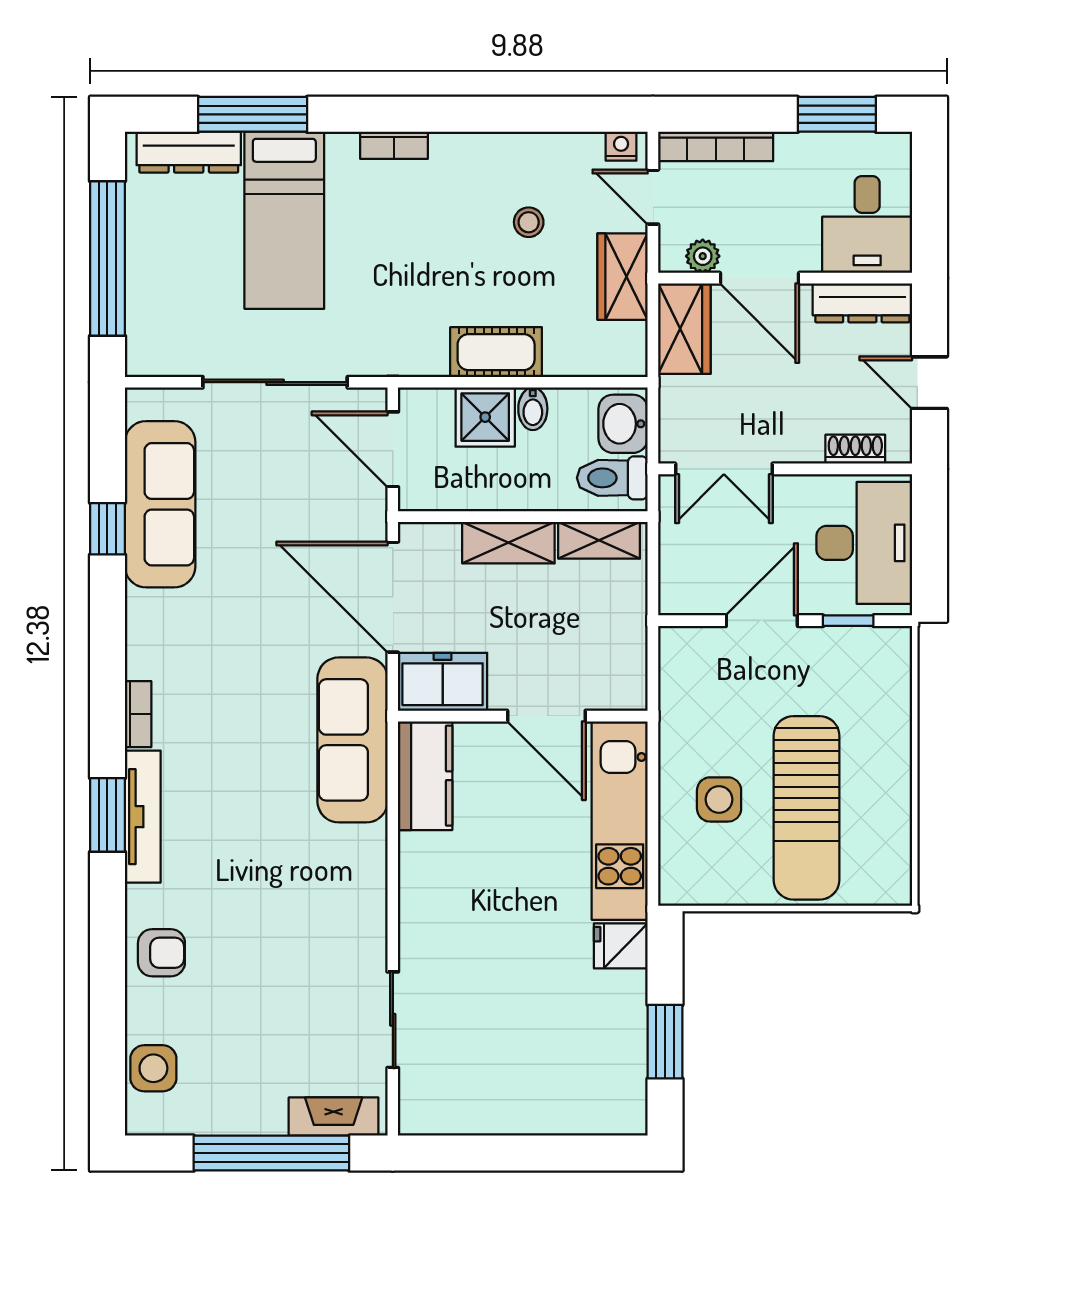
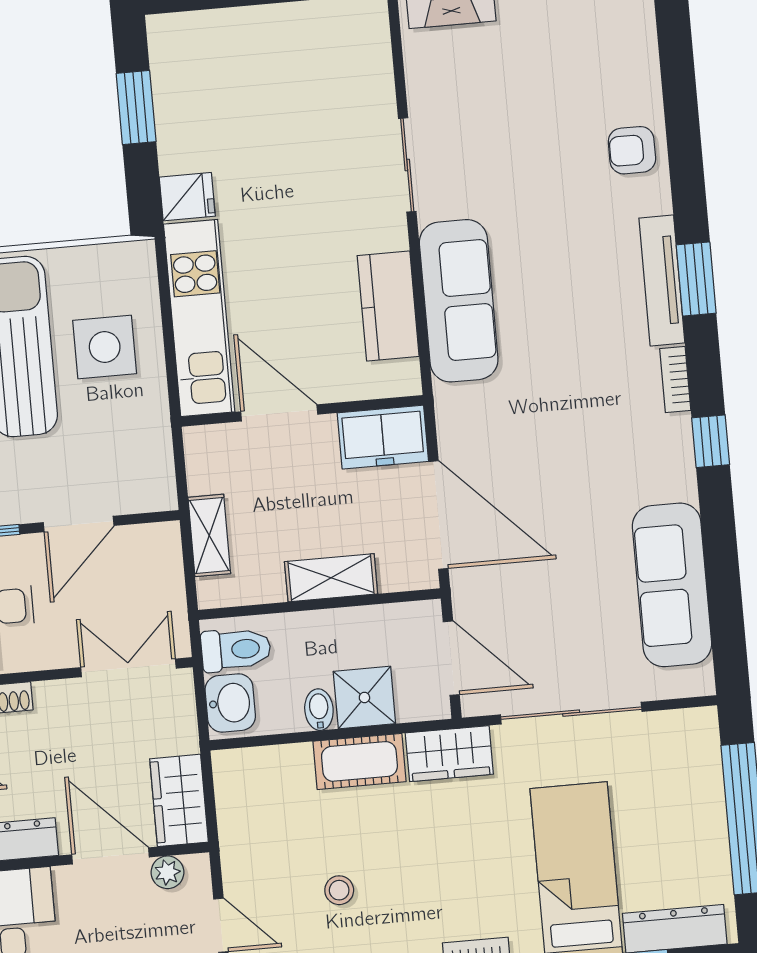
wardrobe: (623, 277) -> (449, 754), moved, turned 90
window: (107, 529) -> (711, 441), moved
shelving: (599, 540) -> (209, 535), moved, turned 90
sofa: (353, 740) -> (459, 301), moved
kitchen counter: (425, 776) -> (388, 306), moved
side table: (719, 799) -> (105, 347), width x1.37, depth x1.37
sliding door: (393, 1020) -> (407, 165), moved
side table: (153, 1068) -> (630, 37), removed

